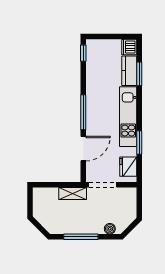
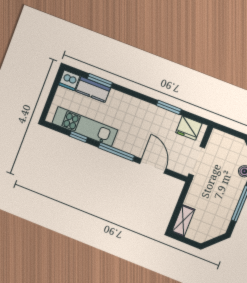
window: (83, 53) -> (79, 137), moved
kitchen unit: (128, 117) -> (85, 127), moved, turned 180
shelving: (73, 193) -> (183, 221), moved

